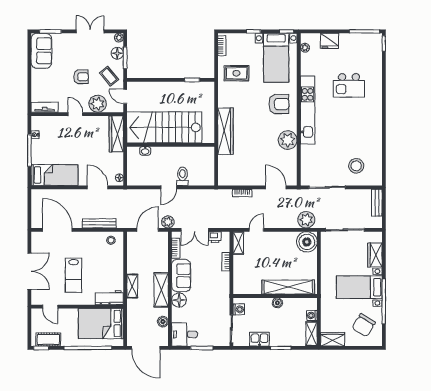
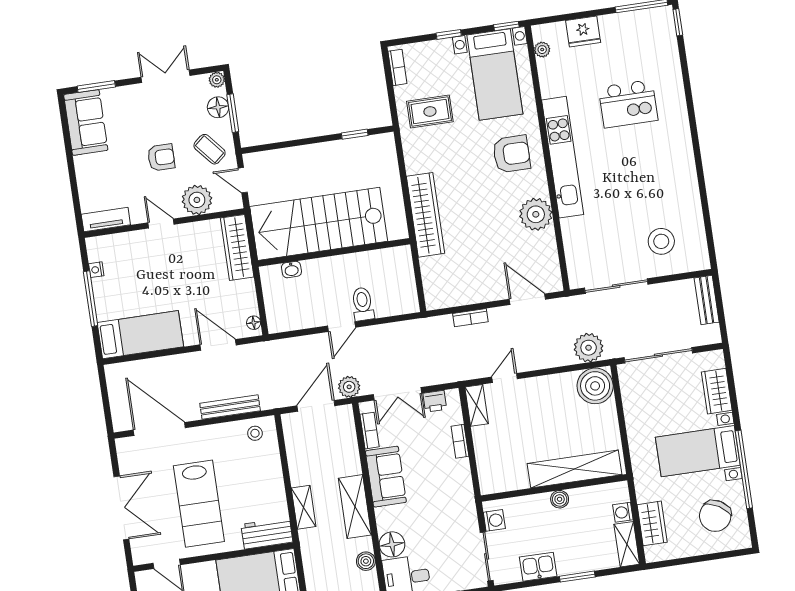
lab bench: (73, 275) -> (199, 504), width x1.36, depth x1.39
floor lamp: (179, 300) -> (392, 544), moved
wardrobe: (333, 339) -> (652, 523), moved, turned 90

